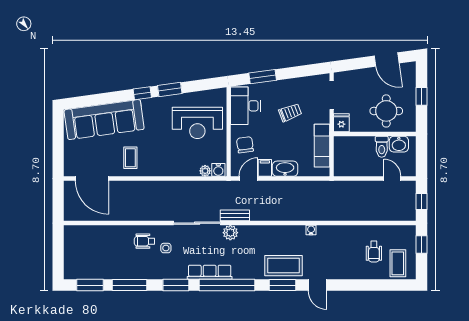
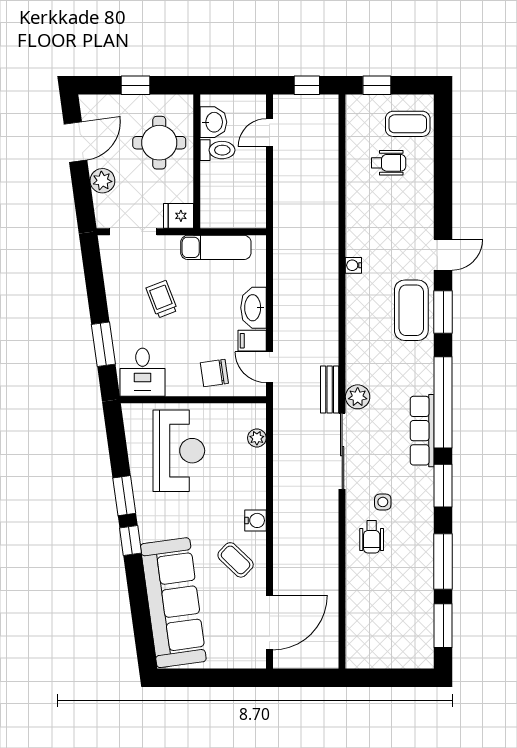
plant: (363, 76) -> (102, 181), added
desk: (245, 106) -> (142, 372), width x0.73
coffee table: (130, 158) -> (236, 560), turned 44
water cooler: (218, 170) -> (255, 520), moved

